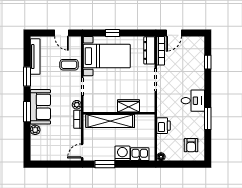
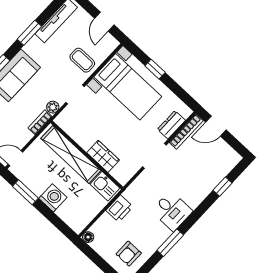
dresser: (149, 50) -> (171, 125), width x0.70
kitchen sink: (140, 154) -> (105, 186), moved, turned 180

